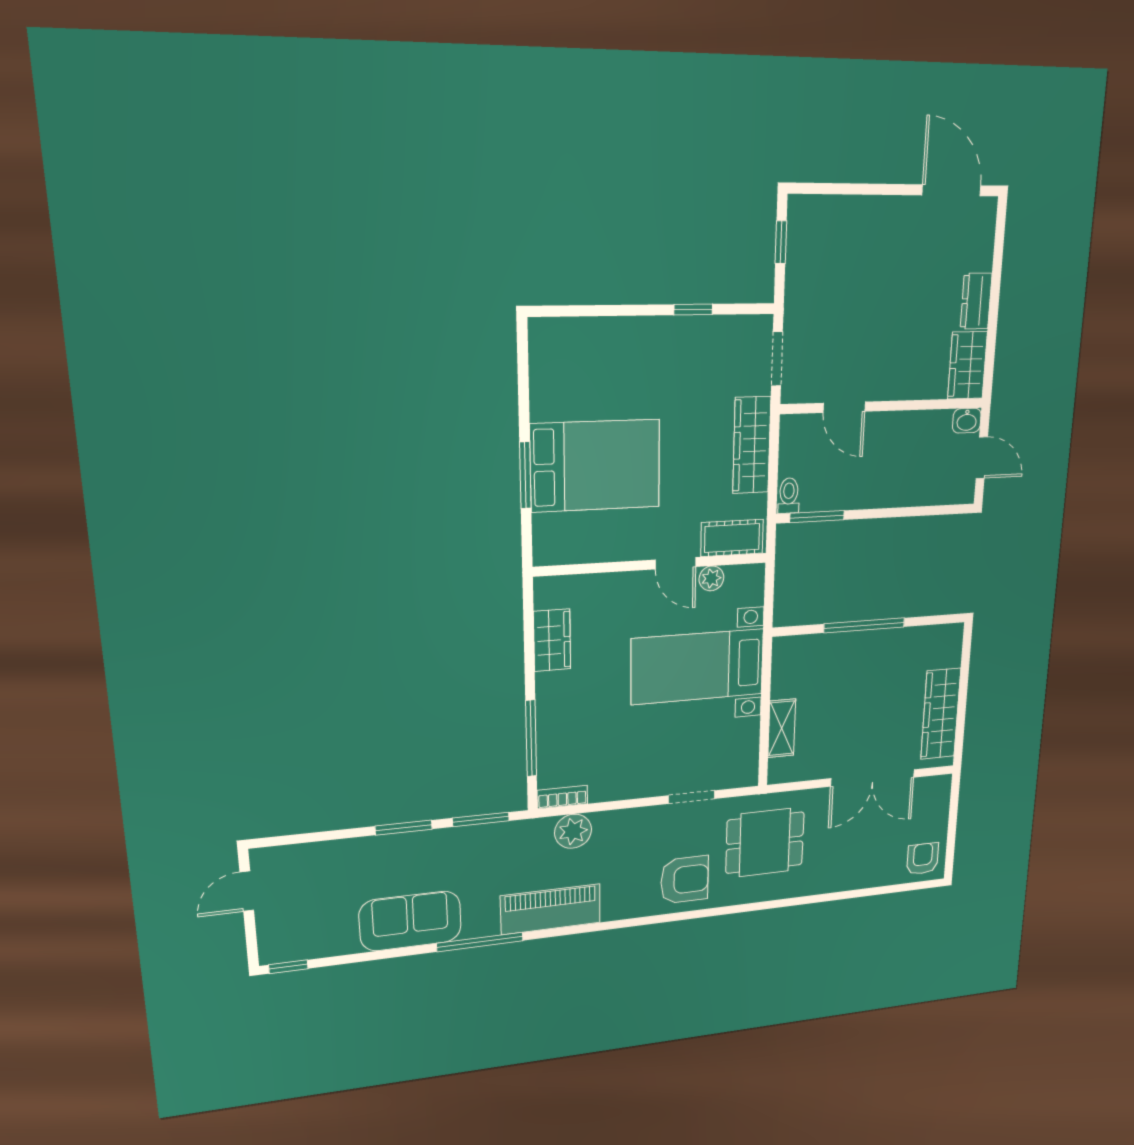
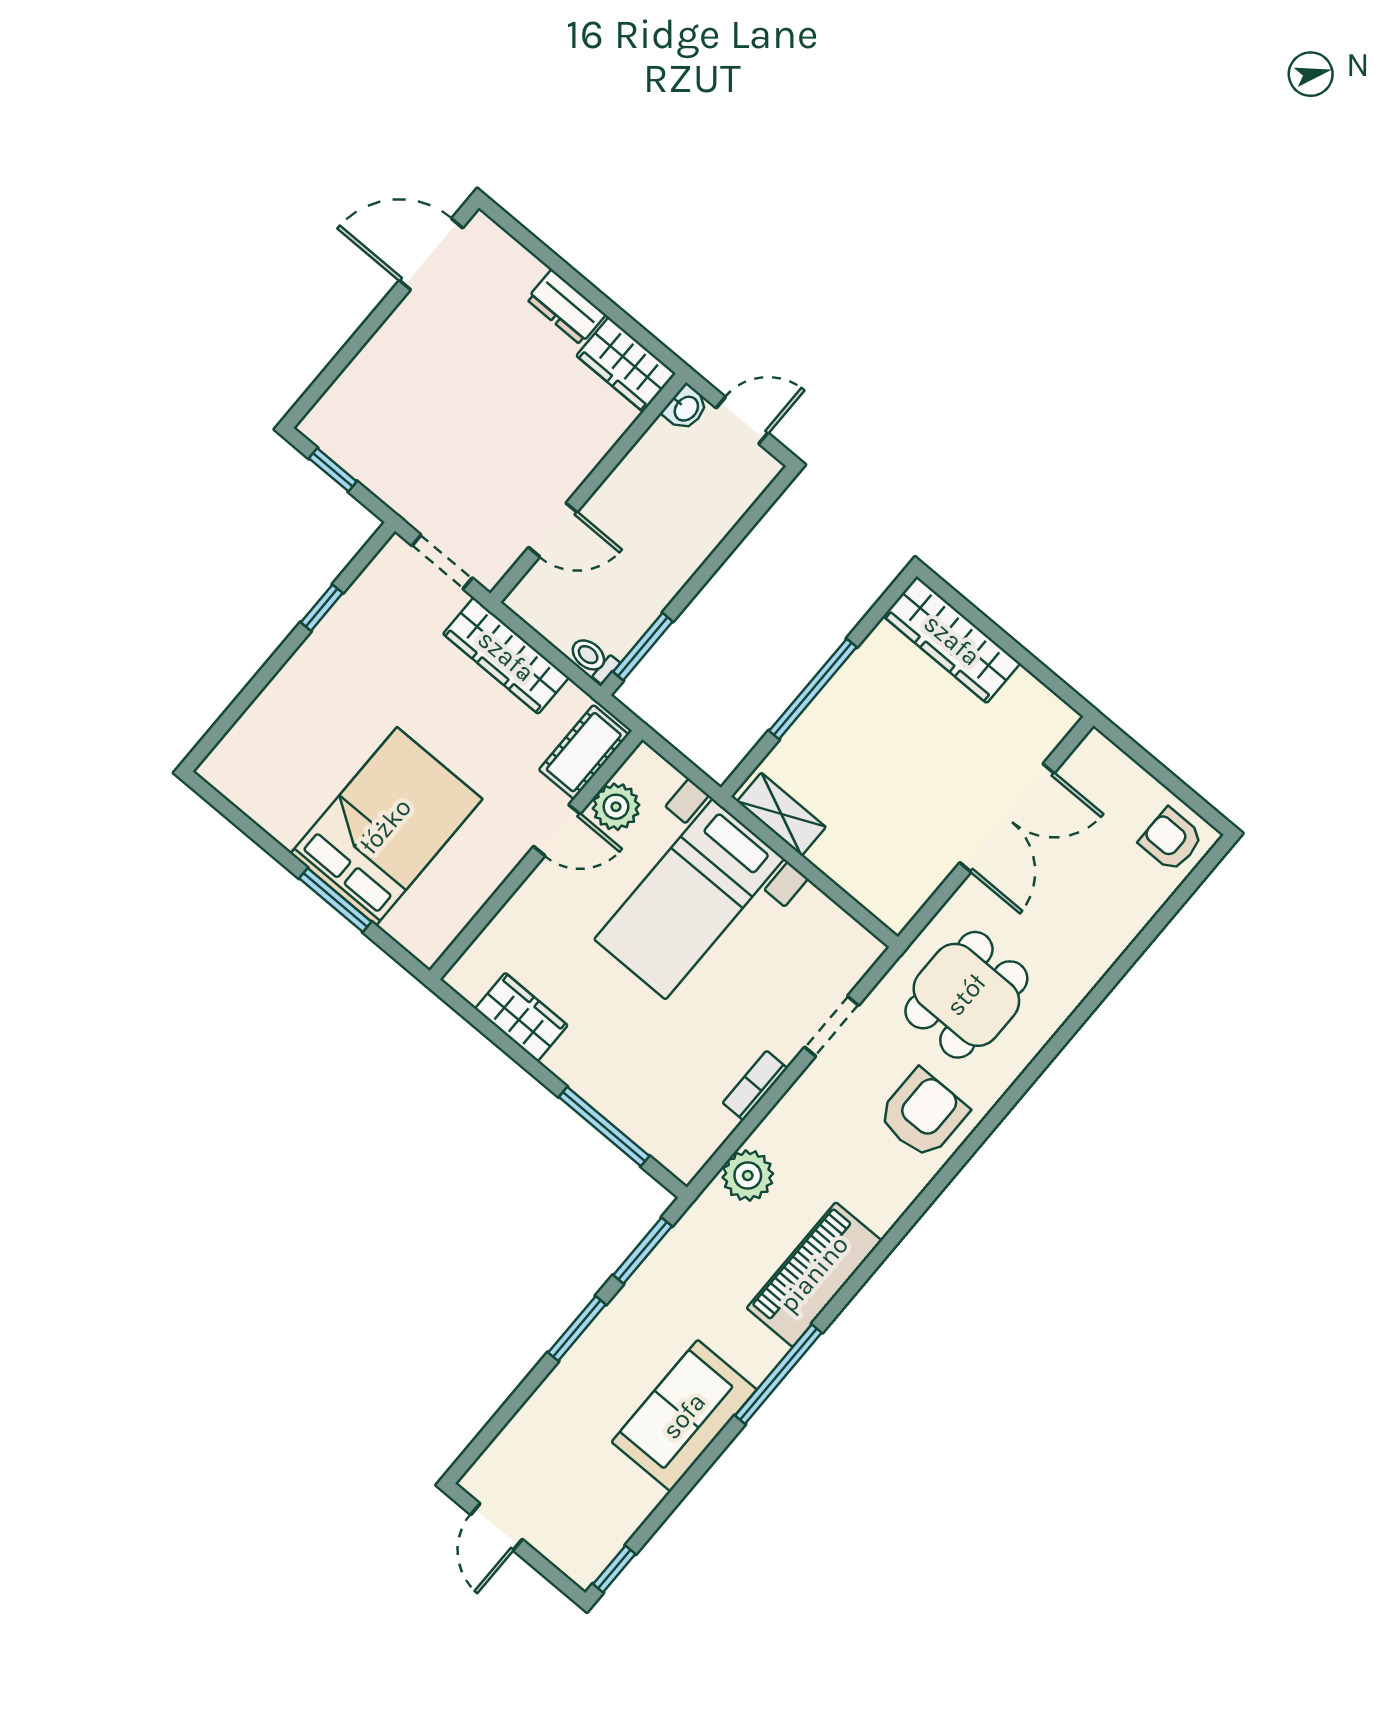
plant: (711, 578) -> (616, 807), width x1.38, depth x1.38
wardrobe: (941, 714) -> (952, 640), moved
shelving: (782, 728) -> (781, 814), moved
bookcase: (562, 797) -> (755, 1085), moved

